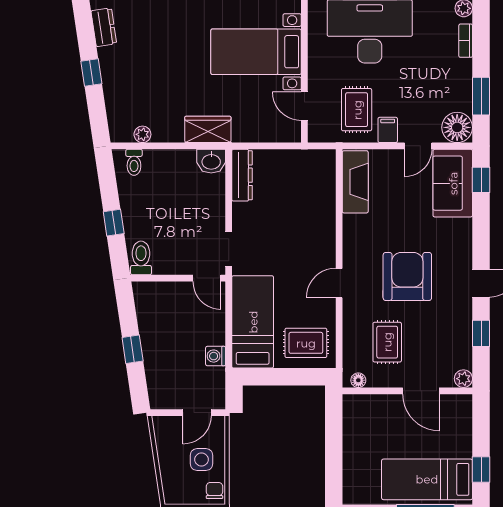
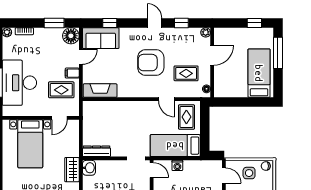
door: (418, 146) -> (81, 57), hinge flipped
window: (481, 180) -> (110, 23), moved
door: (207, 278) -> (152, 170), hinge flipped
door: (339, 283) -> (166, 99), moved
washing machine: (216, 356) -> (177, 165), moved
bed: (427, 479) -> (259, 73), moved, turned 180

